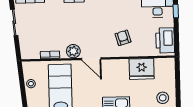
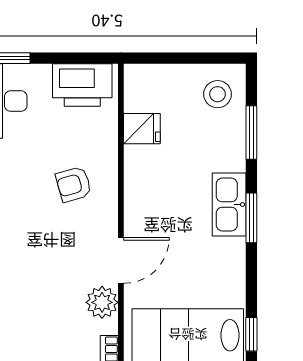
fridge: (142, 69) -> (142, 129), width x0.53, depth x0.75

